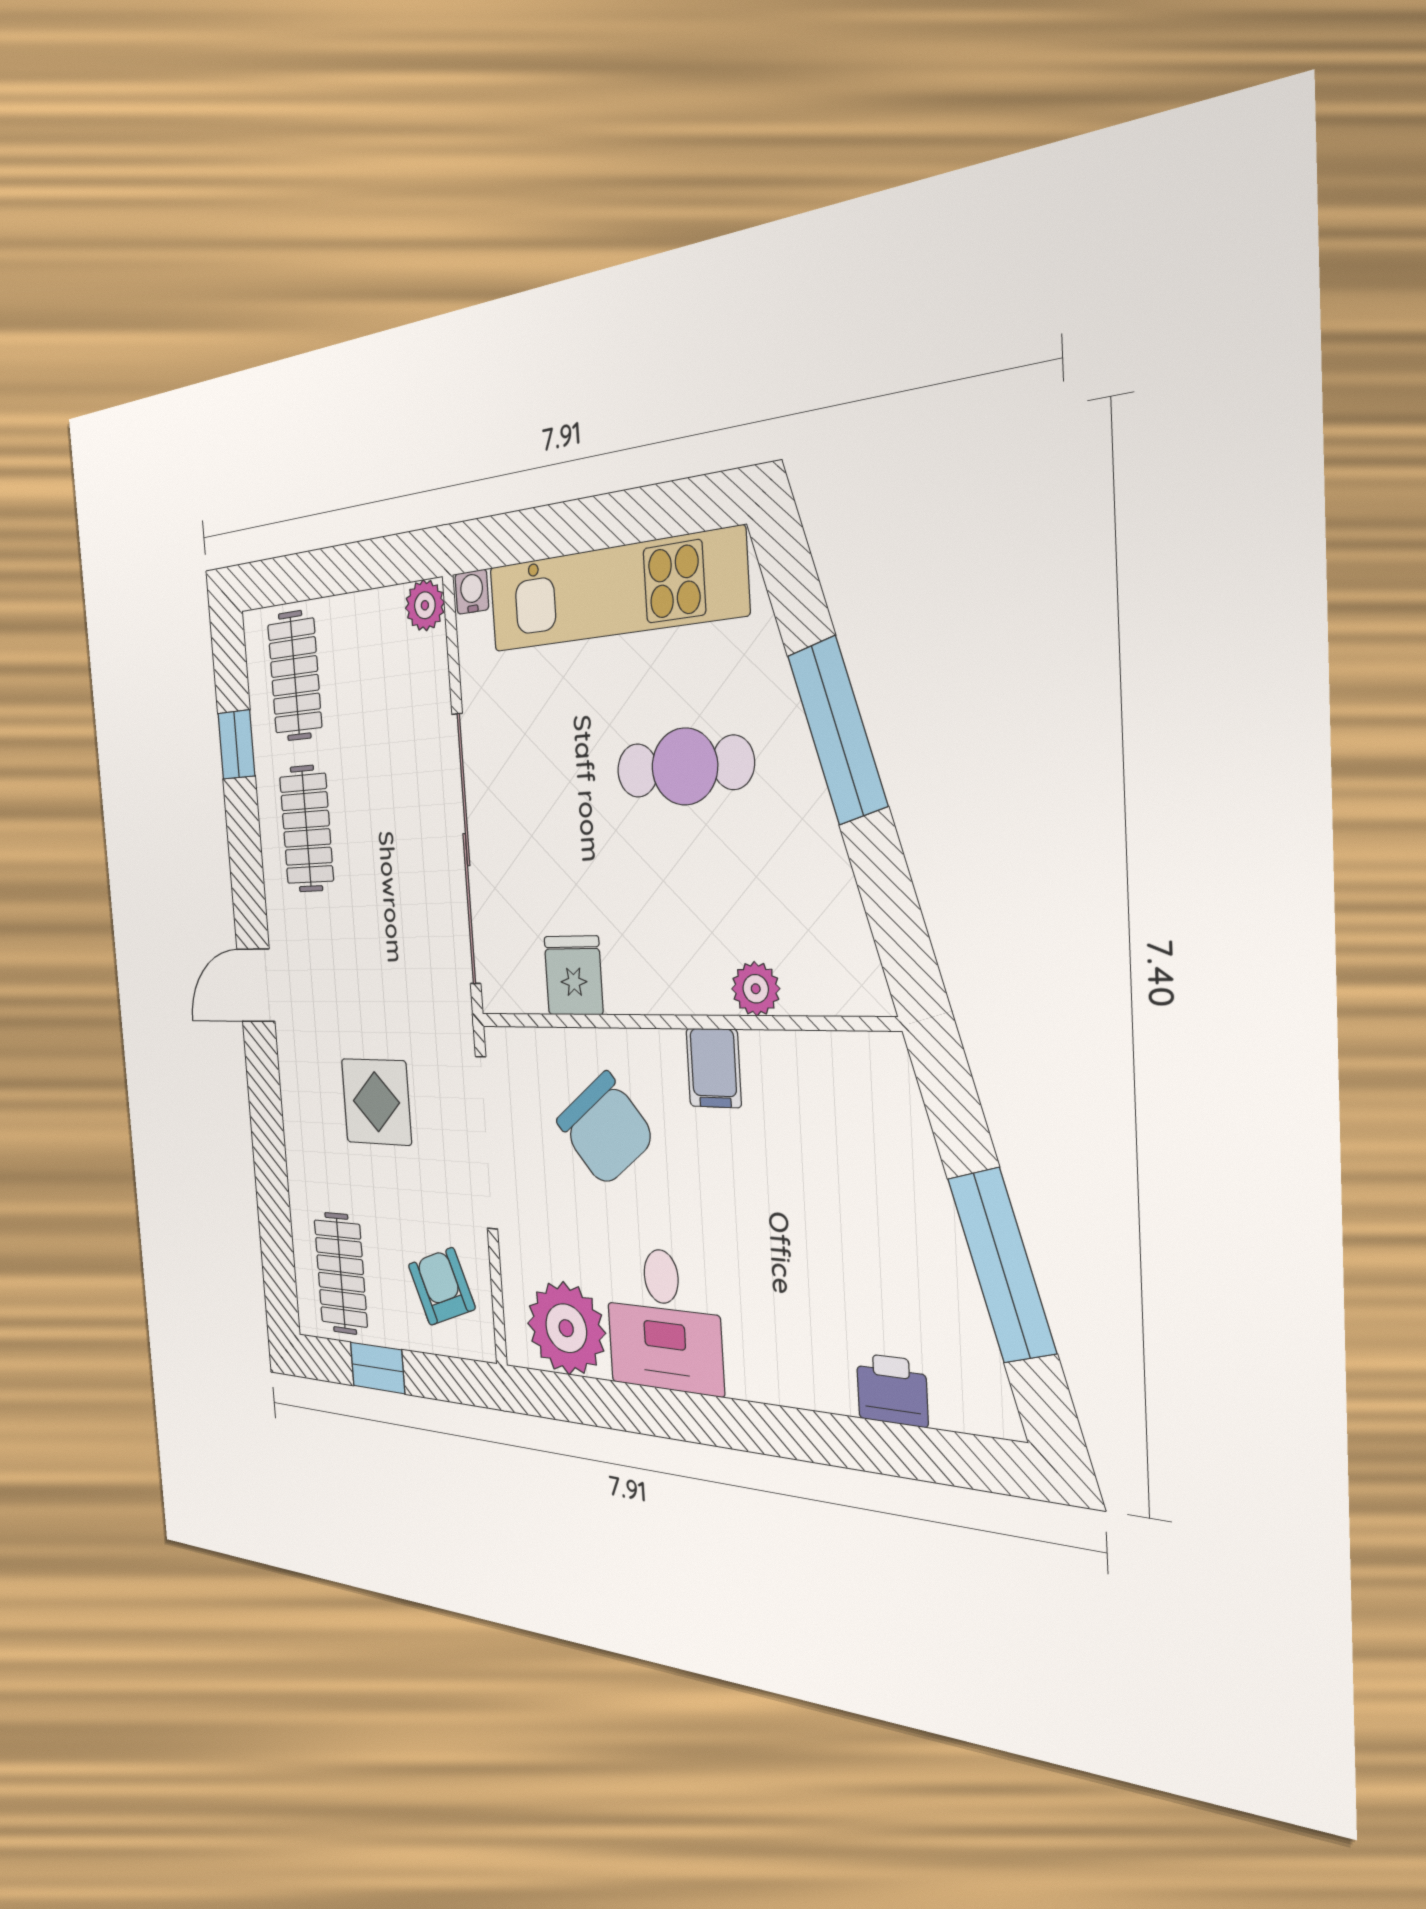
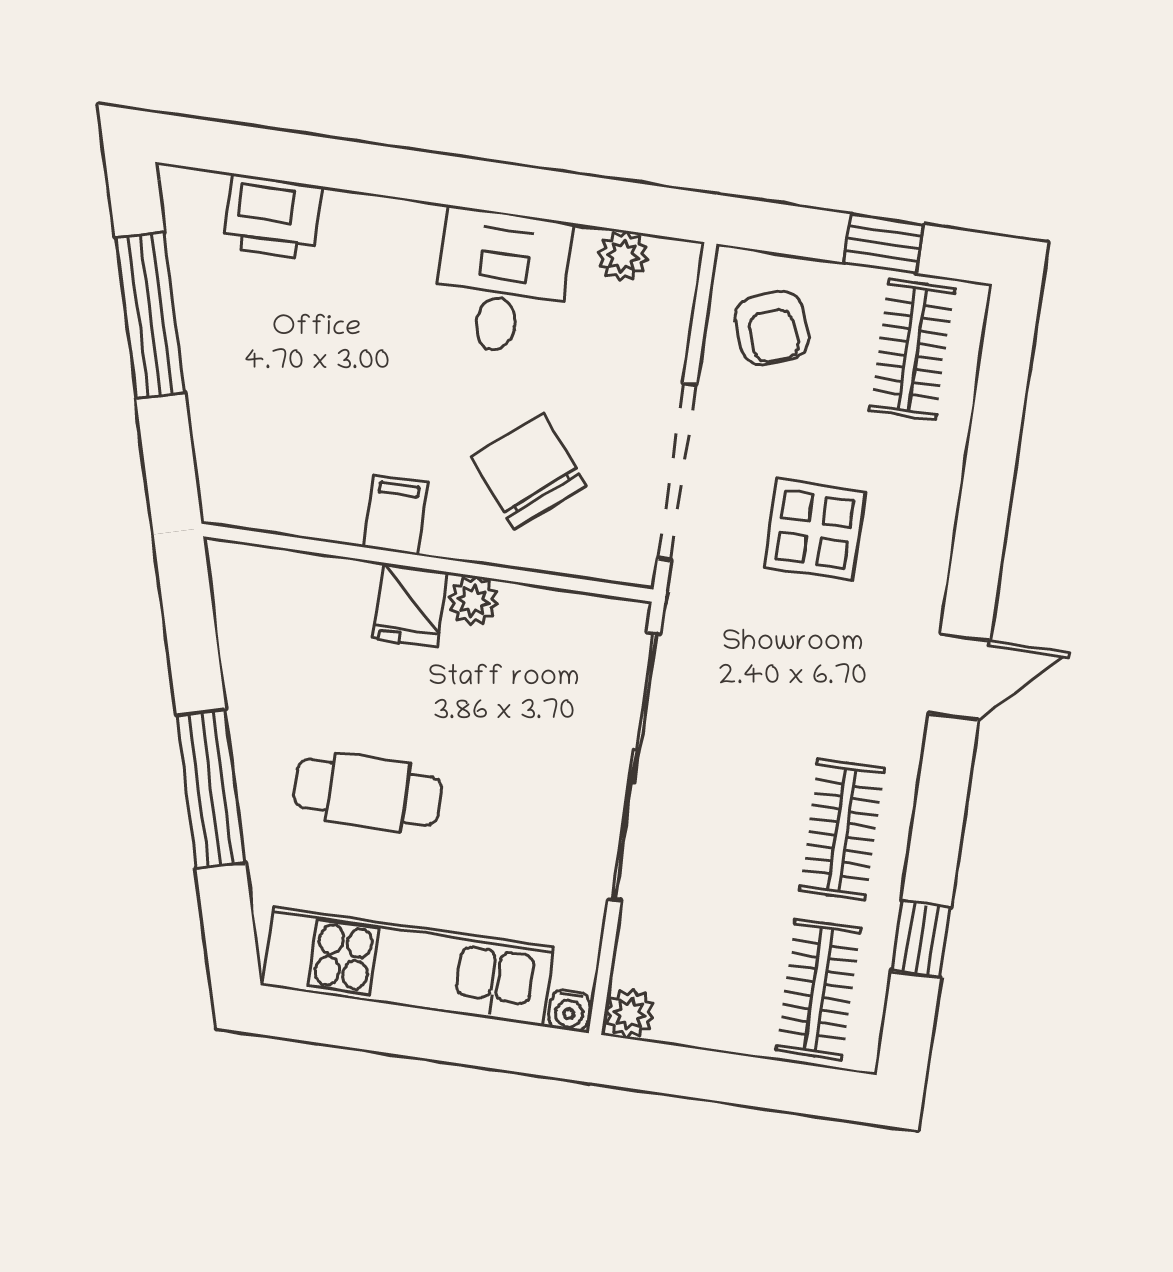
fridge: (574, 975) -> (410, 605), moved
plant: (756, 989) -> (473, 601), moved
plant: (566, 1328) -> (623, 256), width x0.53, depth x0.53
printer: (892, 1390) -> (273, 217), width x1.36, depth x1.24

